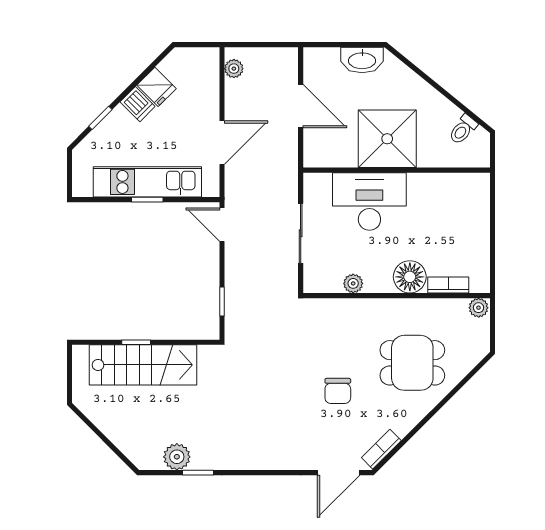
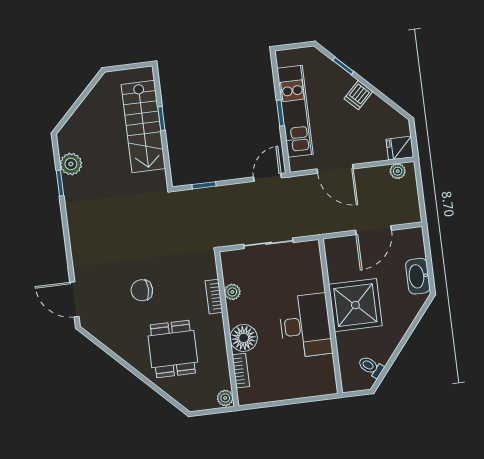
fridge: (156, 87) -> (400, 148), moved, turned 45
desk: (369, 201) -> (305, 326), moved
bookcase: (381, 449) -> (214, 297), moved, turned -135

